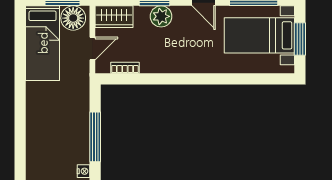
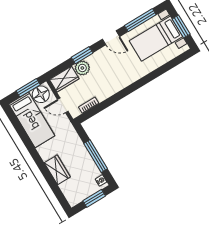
plant: (161, 16) -> (82, 68), moved
door: (92, 48) -> (63, 105), swing flipped
wardrobe: (37, 125) -> (57, 170), added

